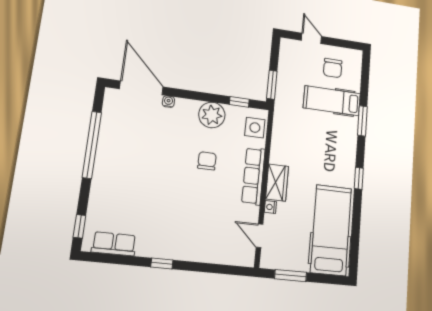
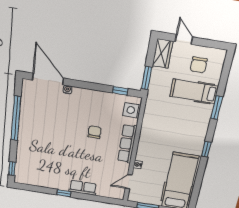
plant: (212, 115) -> (99, 100), removed
wardrobe: (277, 183) -> (163, 54), moved
door: (260, 236) -> (129, 182), hinge flipped
row of seats: (114, 244) -> (83, 188), moved

